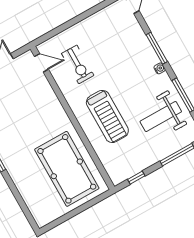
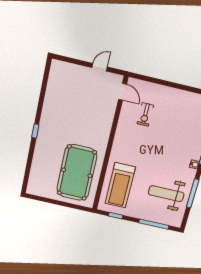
exercise bike: (78, 64) -> (145, 115), width x0.73, depth x0.72
treadmill: (107, 116) -> (120, 185), moved

